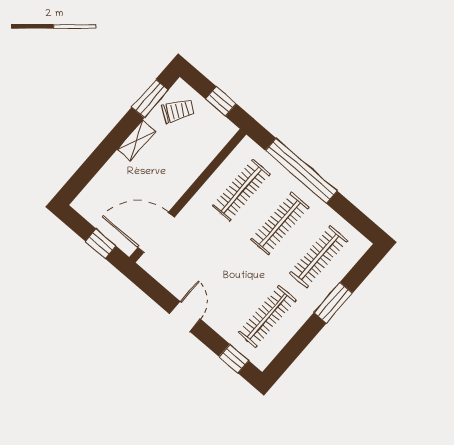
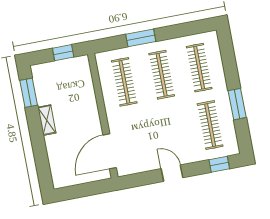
trolley: (178, 111) -> (49, 82), removed
window: (301, 171) -> (141, 38), width x0.47
window: (101, 244) -> (91, 189), removed
window: (333, 303) -> (237, 104), moved

